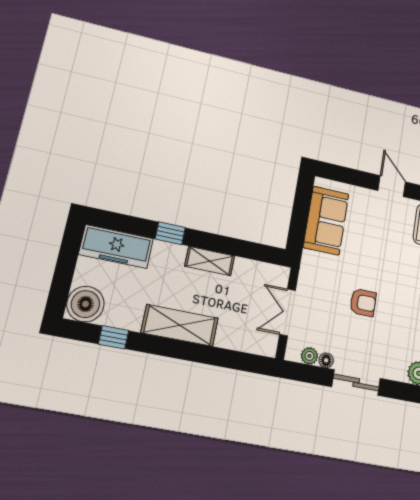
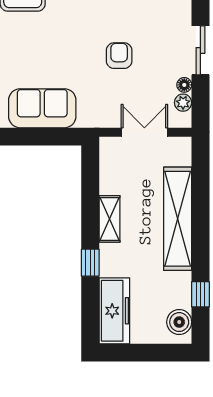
boiler: (85, 304) -> (179, 322), width x0.73, depth x0.73
double door: (288, 312) -> (144, 132), swing flipped
shelving: (180, 325) -> (178, 219), width x1.47

